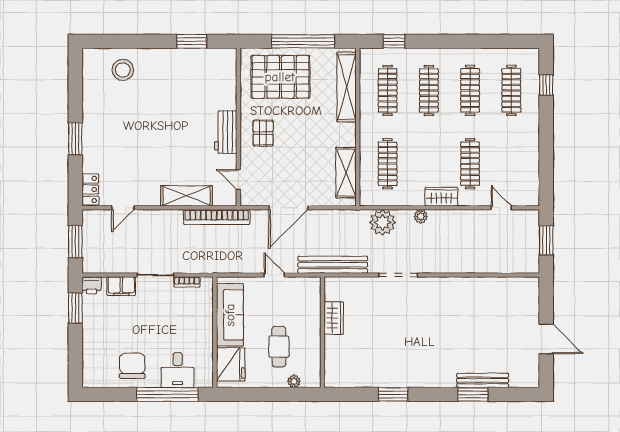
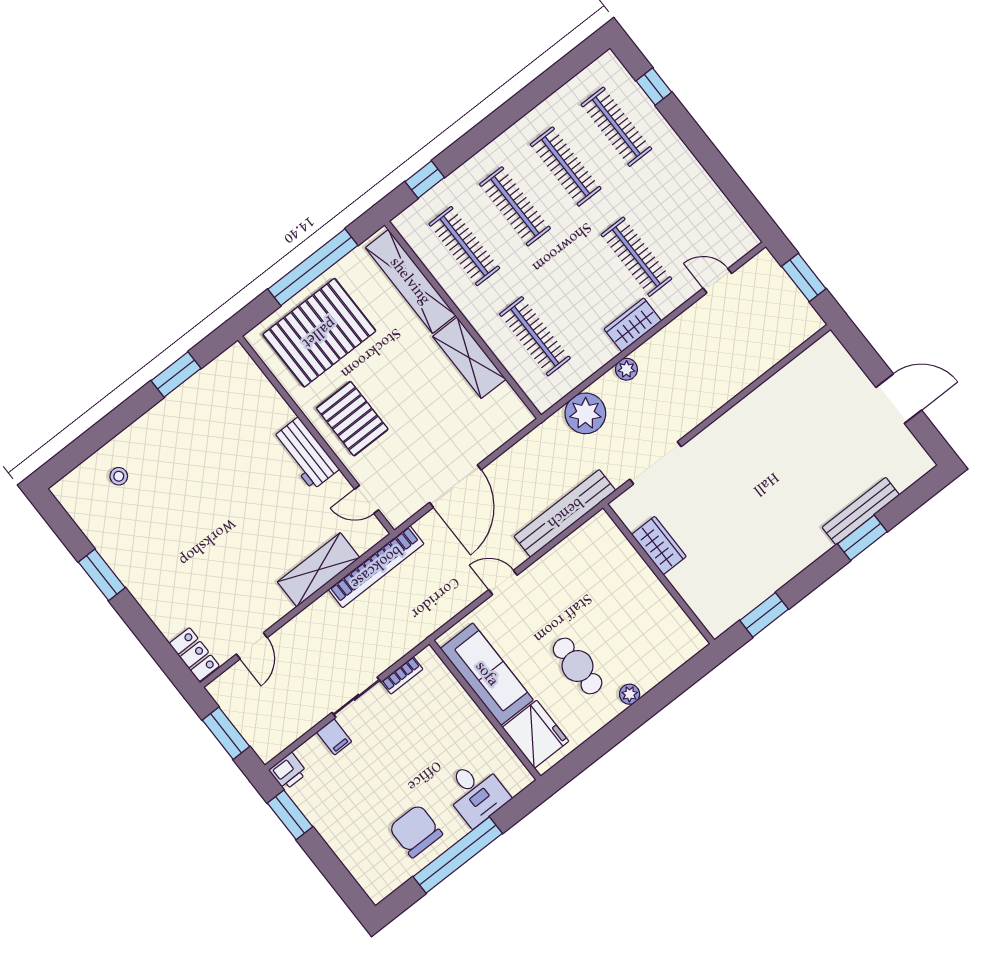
stool: (123, 70) -> (119, 476), width x0.53, depth x0.53
pallet: (263, 133) -> (352, 419), width x1.50, depth x1.42
window: (75, 139) -> (102, 575), moved
shelving: (346, 173) -> (469, 358), moved
filing cabinet: (121, 286) -> (334, 737), width x0.50
wardrobe: (334, 318) -> (659, 546), moved
wall: (323, 332) -> (659, 574), moved
window: (167, 394) -> (458, 855), moved

